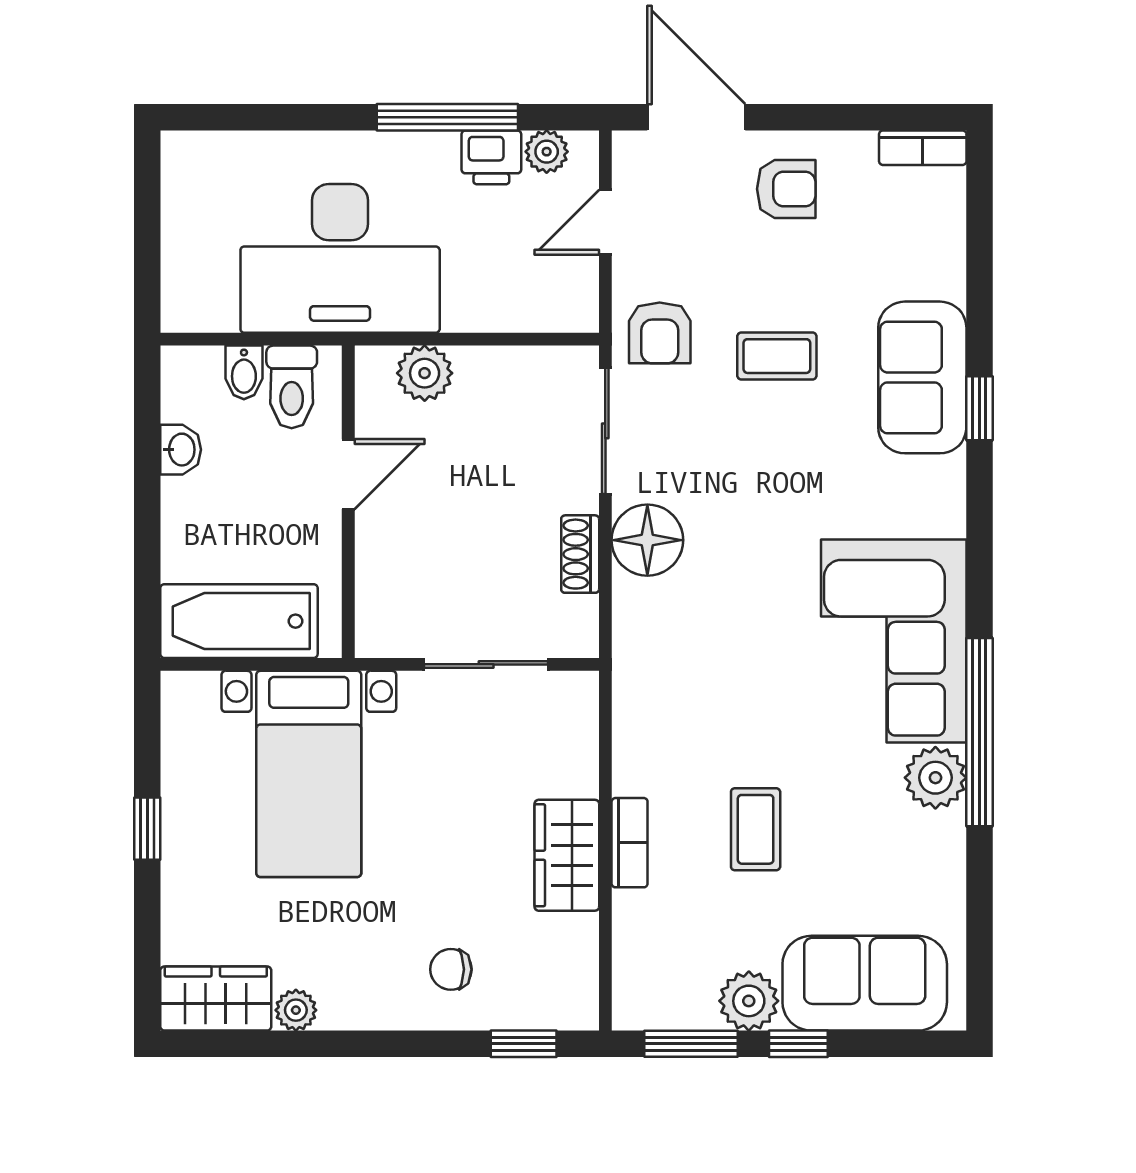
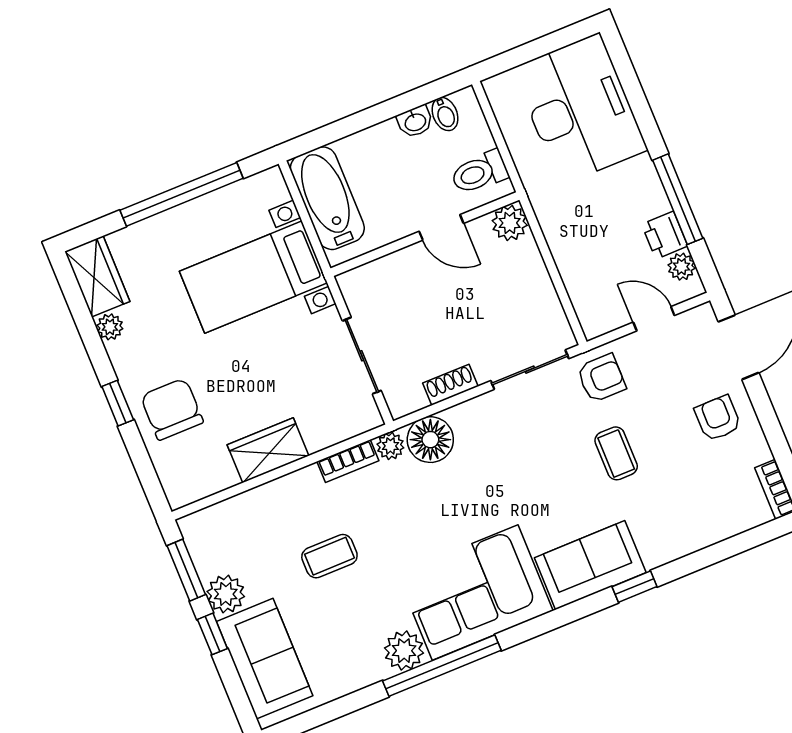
armchair: (786, 189) -> (718, 418), turned 180
desk: (340, 258) -> (580, 109), moved, turned 180
armchair: (660, 333) -> (601, 378), turned 180
bidet: (244, 372) -> (445, 114), moved, turned -90
plant: (425, 373) -> (510, 223), moved
sofa: (922, 377) -> (590, 565), moved
floor lamp: (647, 540) -> (430, 440), moved
plant: (633, 676) -> (390, 446), added
window: (147, 829) -> (182, 194), width x3.17
bookcase: (630, 843) -> (348, 461), moved
chair: (451, 969) -> (172, 409), width x1.87, depth x1.87
window: (524, 1044) -> (118, 403), moved

